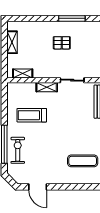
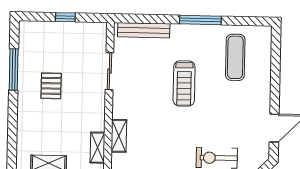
shelving: (47, 87) -> (119, 136), moved
treadmill: (32, 115) -> (184, 83), moved

